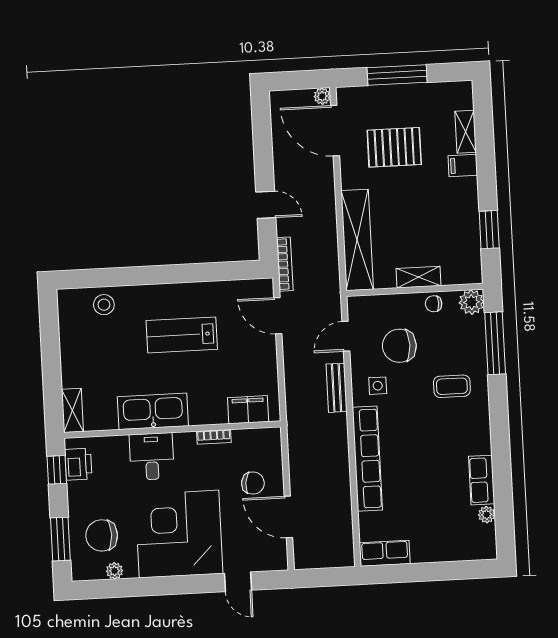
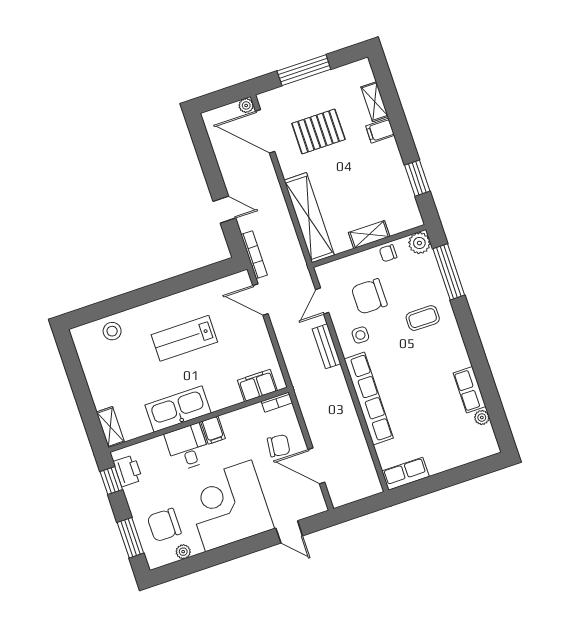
bookcase: (214, 437) -> (277, 402), moved
filing cabinet: (185, 445) -> (213, 430), added

